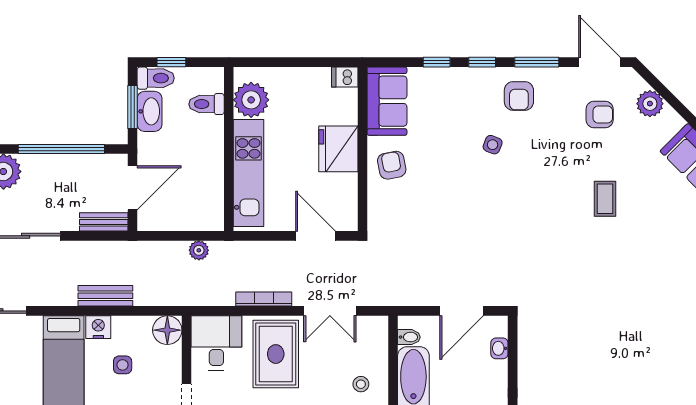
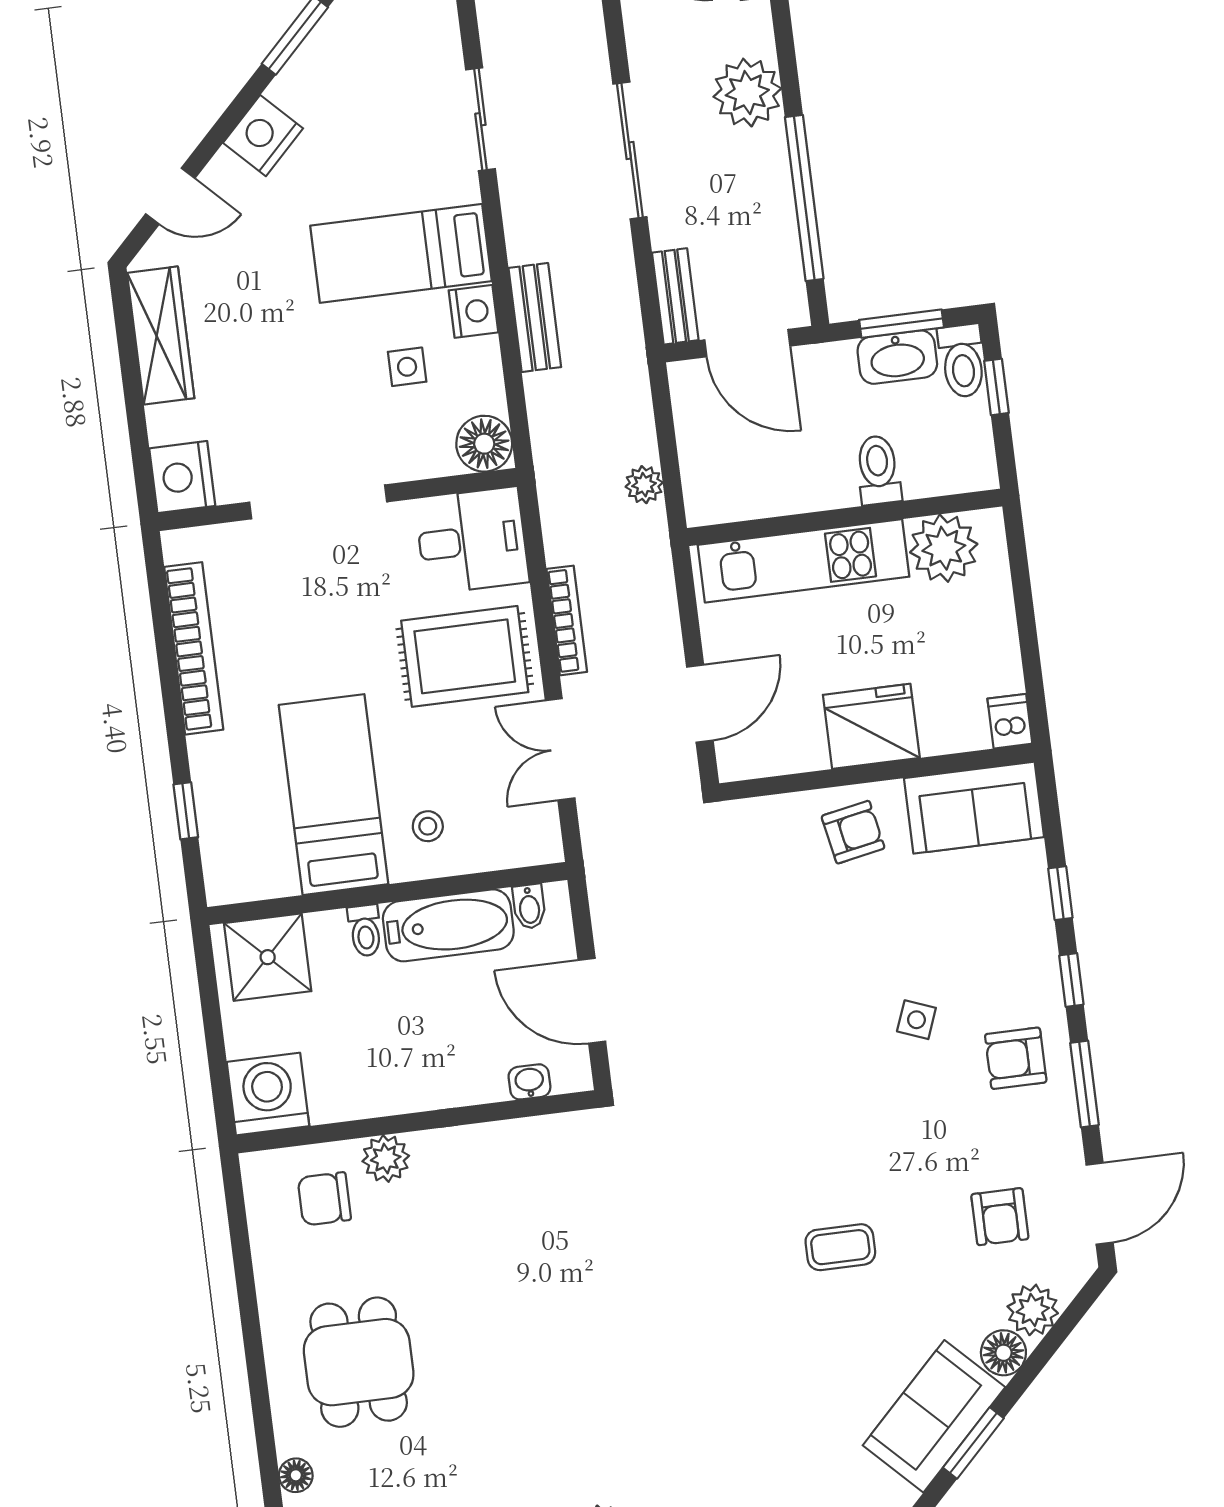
toilet: (207, 104) -> (878, 470), moved
floor lamp: (670, 121) -> (1003, 1353), added

